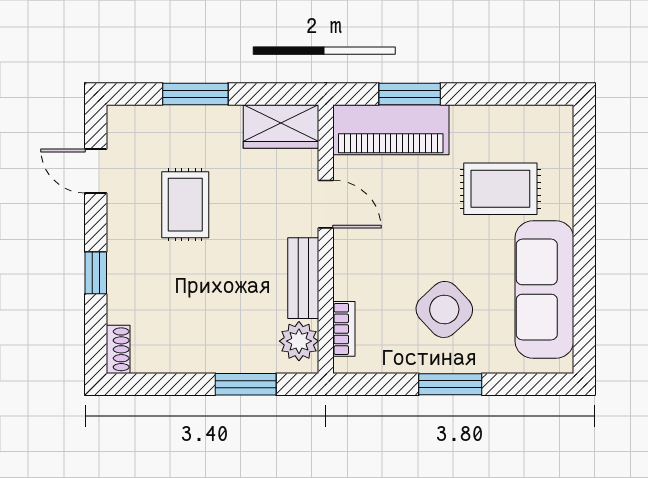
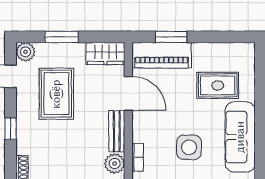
plant: (125, 123) -> (25, 52), added
door: (326, 204) -> (128, 93), width x1.38
rug: (185, 205) -> (56, 94), width x1.36, depth x1.43
side table: (444, 309) -> (189, 147), turned 45

